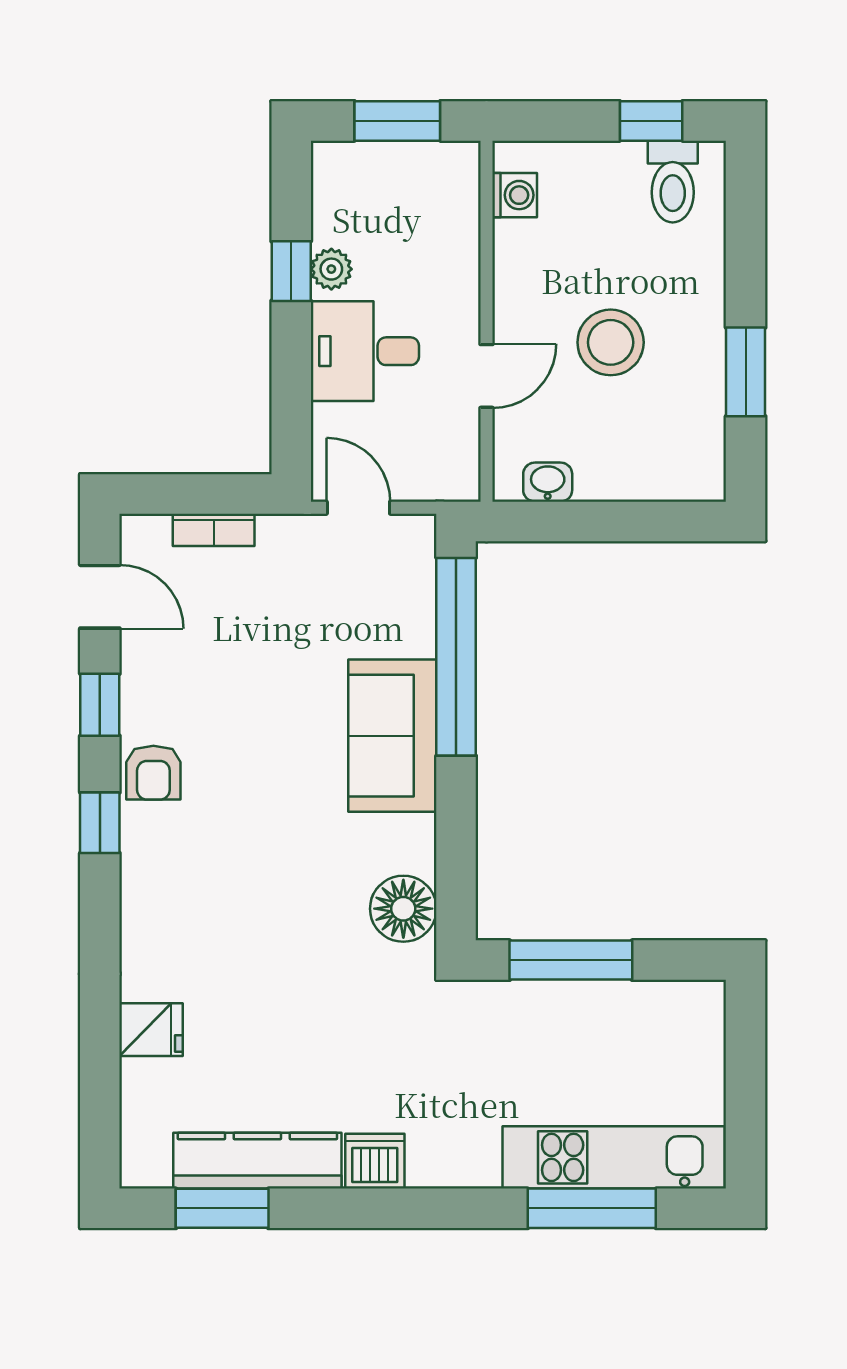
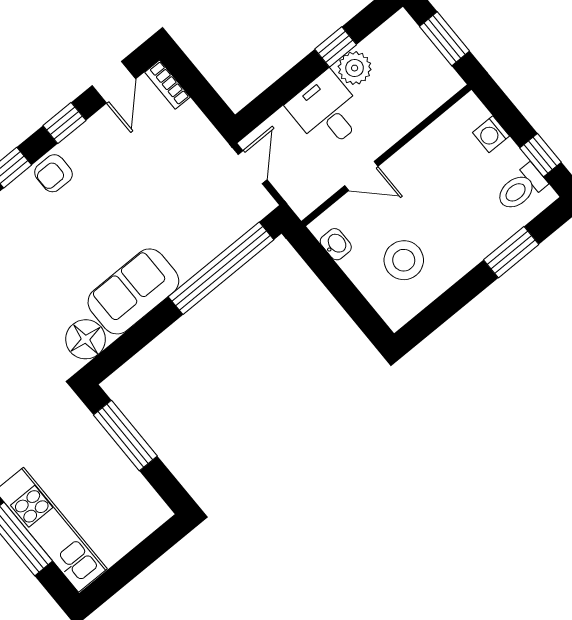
washing machine: (515, 195) -> (491, 134), moved, turned 90
plant: (331, 269) -> (355, 68), width x1.38, depth x1.38
stool: (611, 342) -> (404, 260), moved
window: (746, 372) -> (511, 252), moved
bookcase: (214, 530) -> (167, 85), moved
sofa: (392, 736) -> (133, 291), moved

